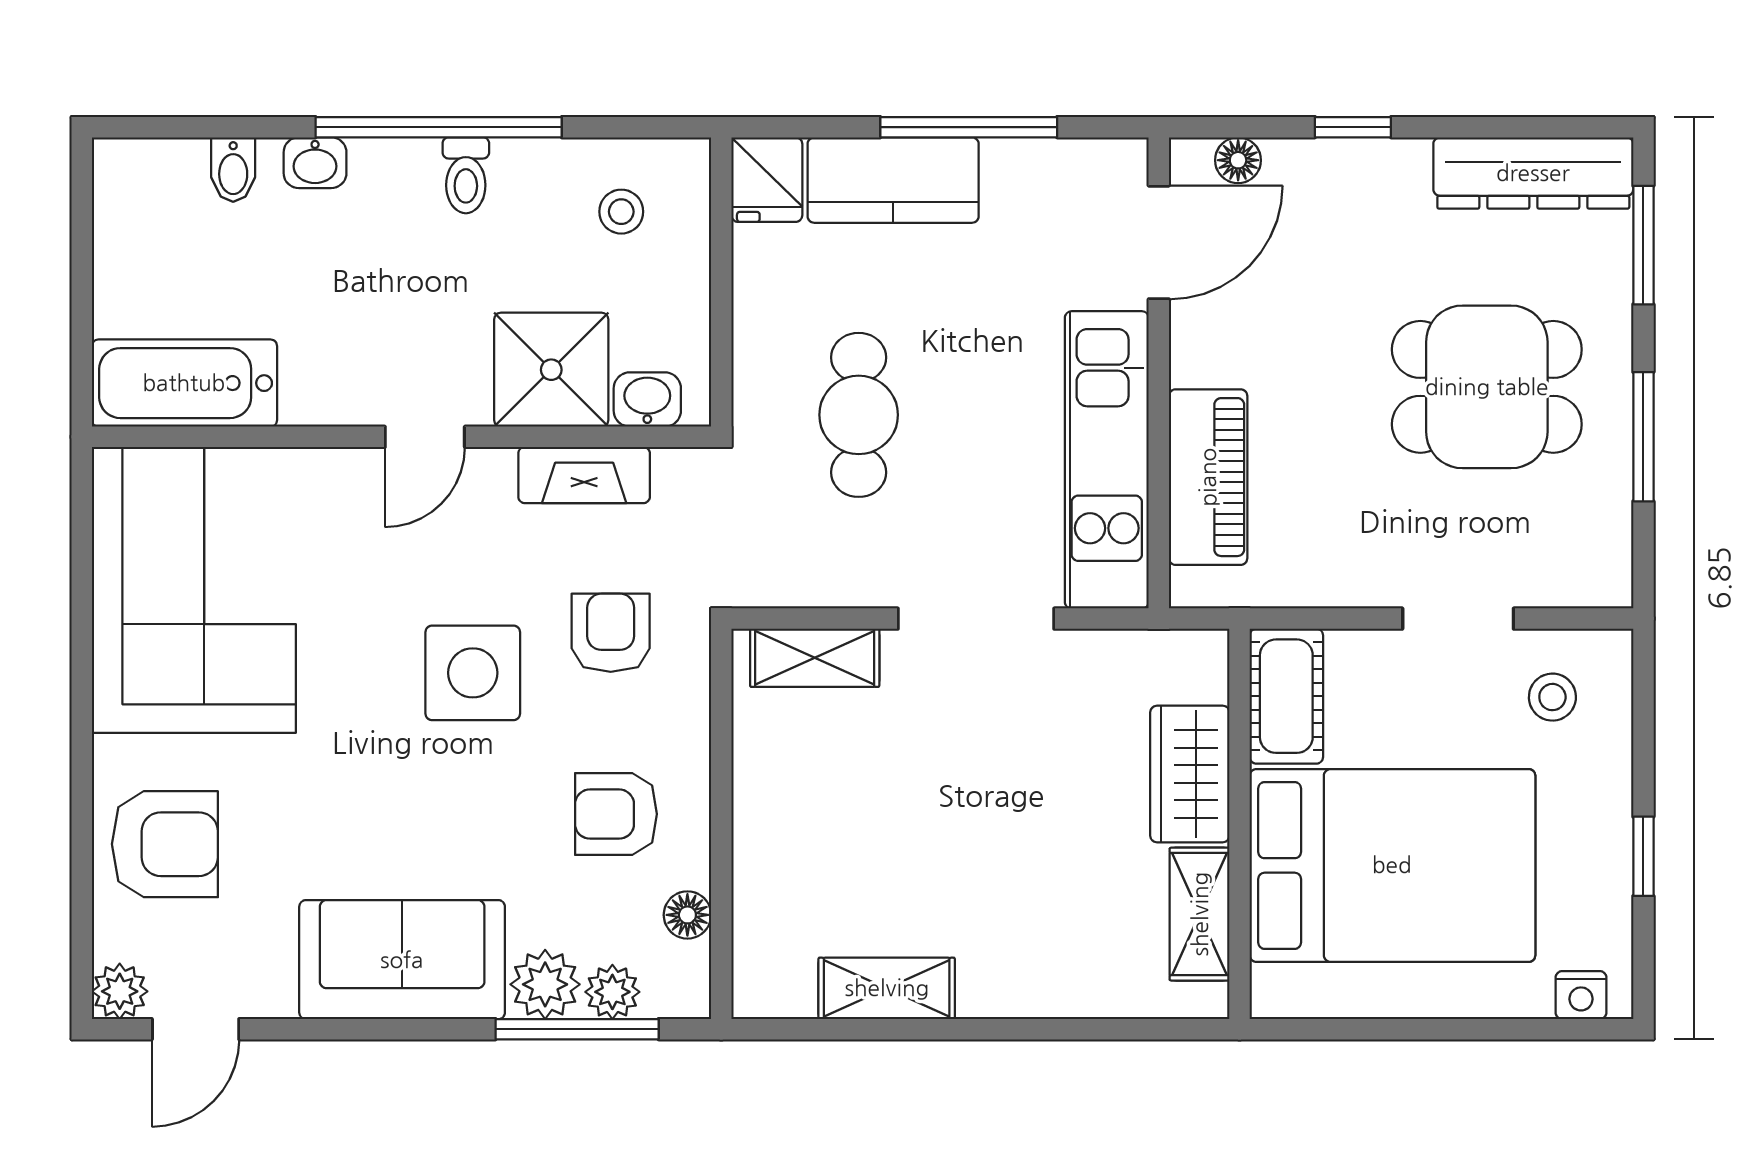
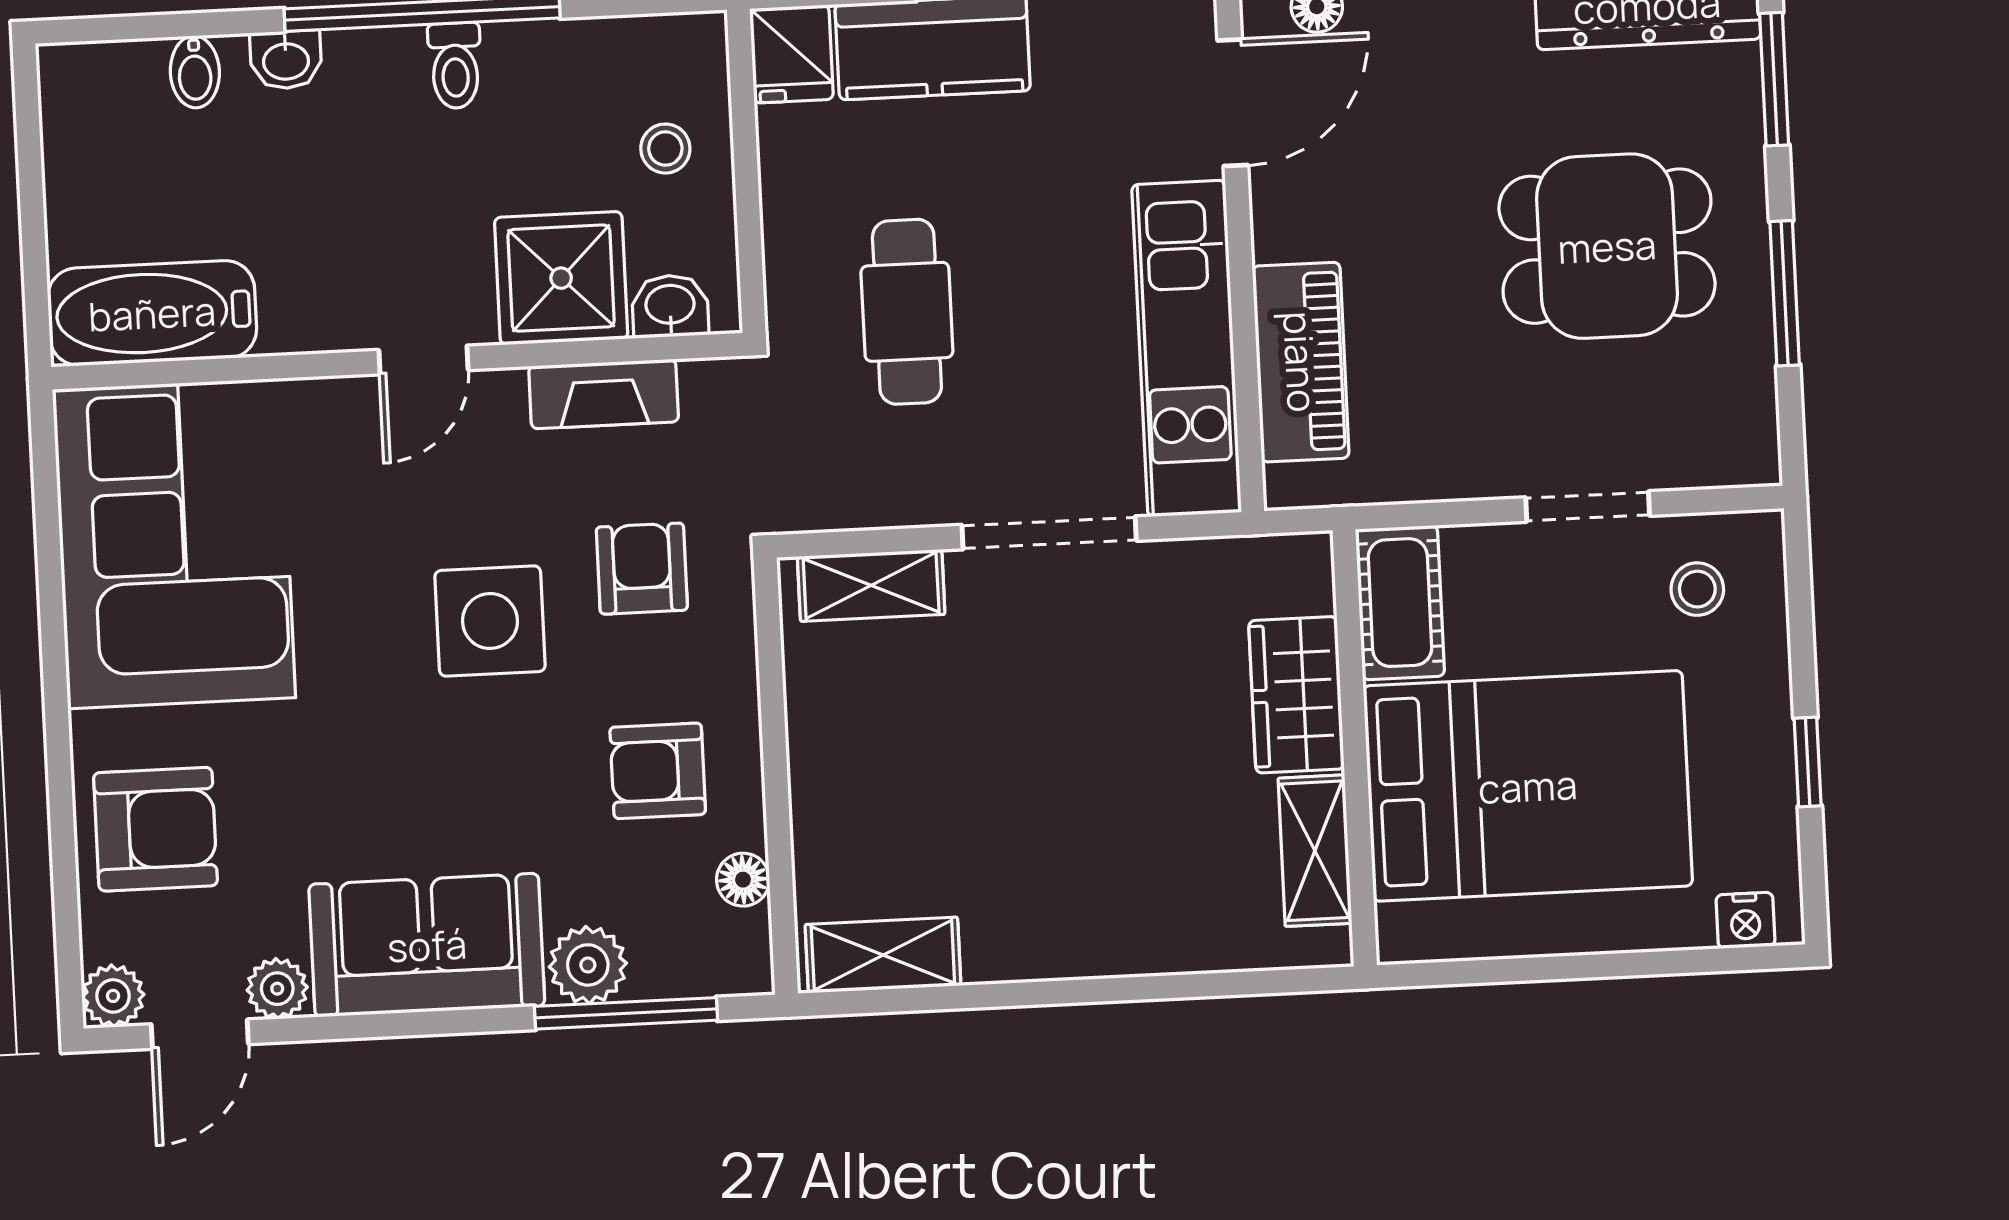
stool: (621, 212) -> (665, 149), moved
shelving: (887, 988) -> (883, 955), moved
plant: (612, 992) -> (277, 989), moved

